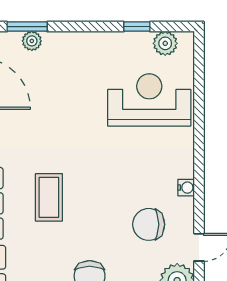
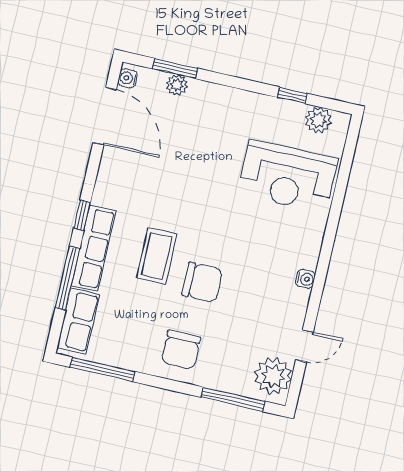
reception desk: (149, 100) -> (288, 177), turned 180
chair: (149, 224) -> (202, 282), moved, turned 180

